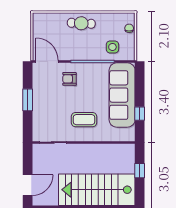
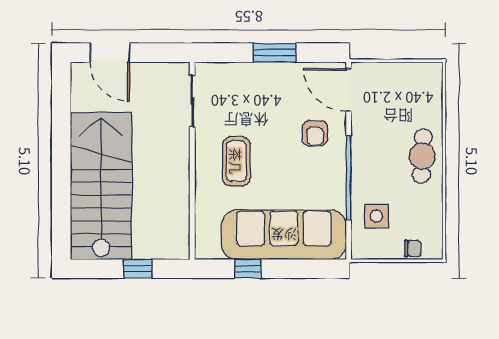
door: (47, 62) -> (349, 90), swing flipped
armchair: (69, 79) -> (315, 133), turned 180

